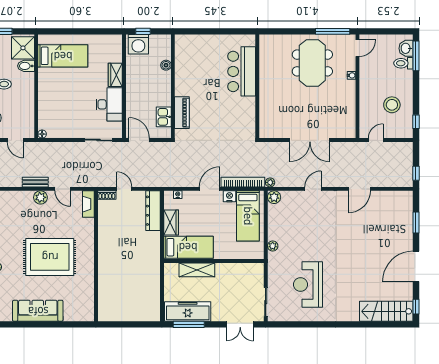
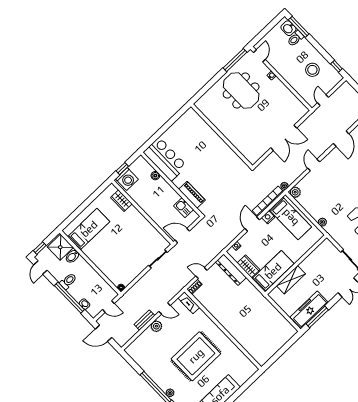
bar counter: (242, 71) -> (165, 159), moved, turned 180
wardrobe: (115, 75) -> (121, 201), moved
desk: (109, 104) -> (144, 231), removed

